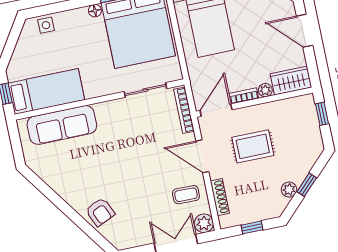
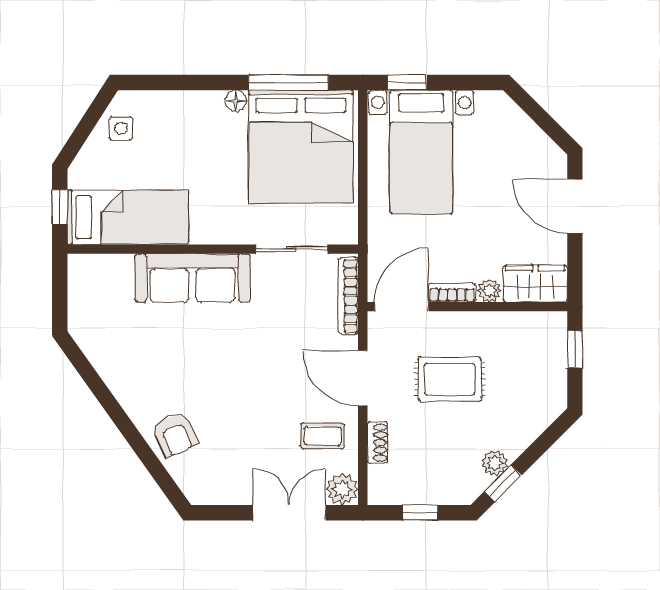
side table: (46, 25) -> (121, 128), moved
sofa: (62, 125) -> (193, 278), moved
window: (307, 185) -> (503, 483), moved
shoe rack: (220, 197) -> (378, 443), width x0.70

